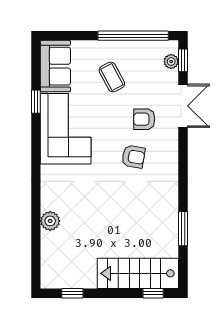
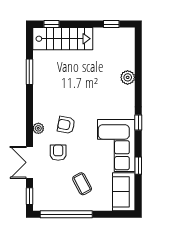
plant: (171, 62) -> (38, 128), moved
armchair: (144, 119) -> (58, 153), turned -90
window: (36, 160) -> (138, 123), added

